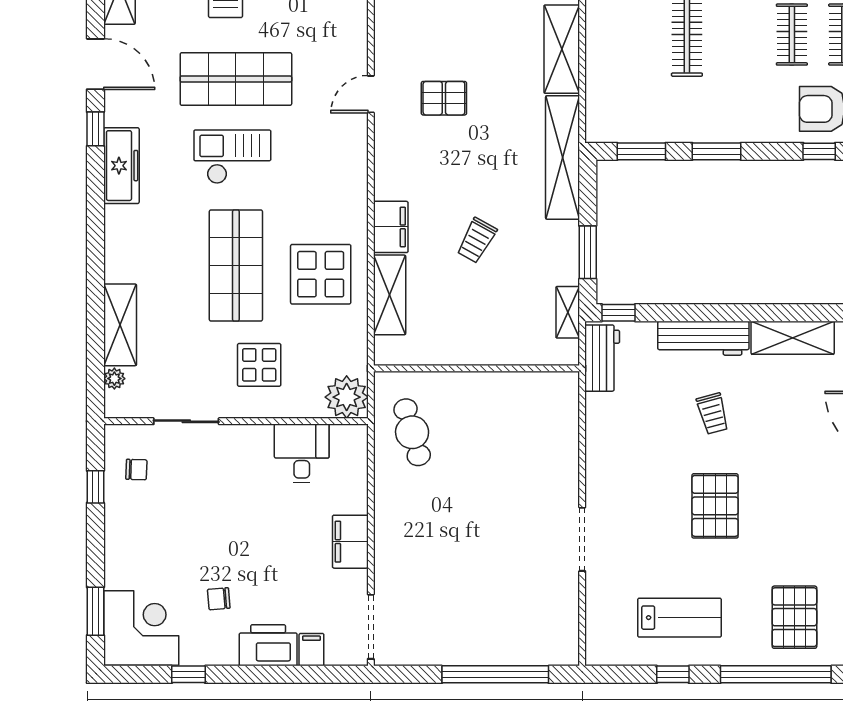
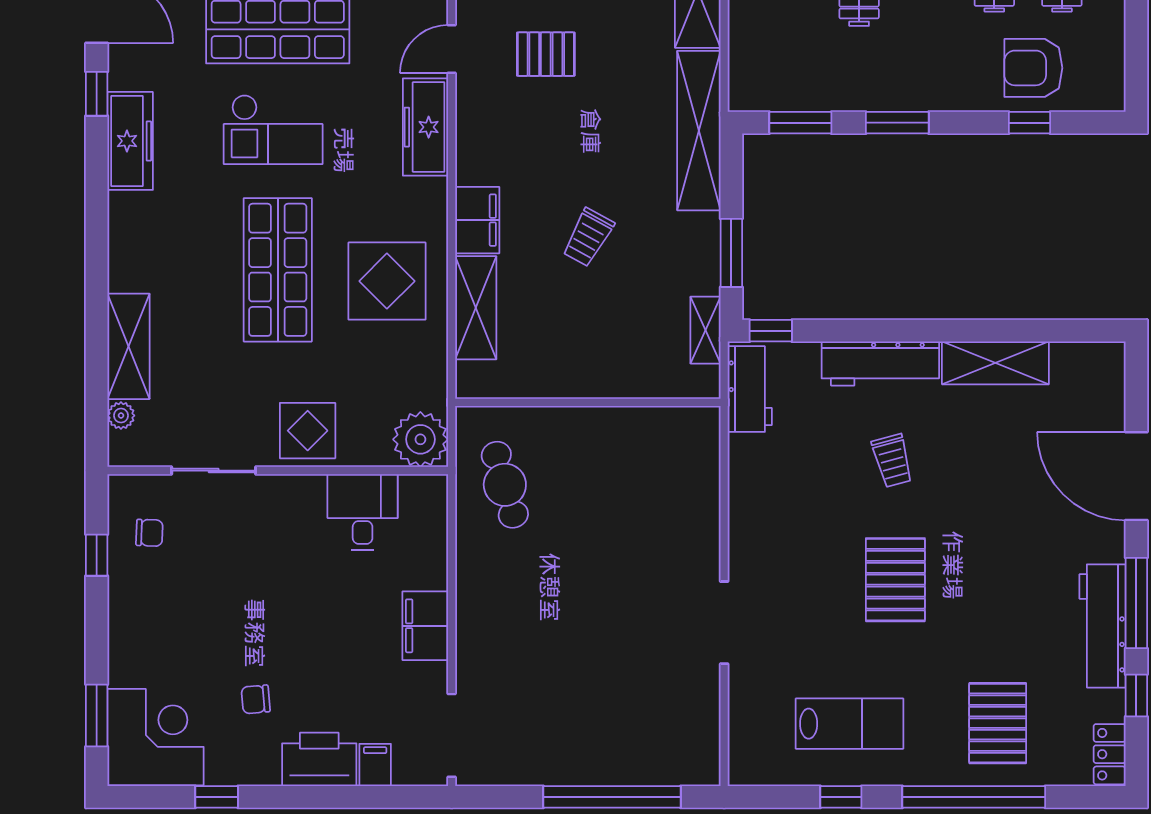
freezer: (350, 155) -> (425, 127), added
checkout: (232, 157) -> (273, 130), turned 180
display table: (259, 365) -> (308, 431), moved

